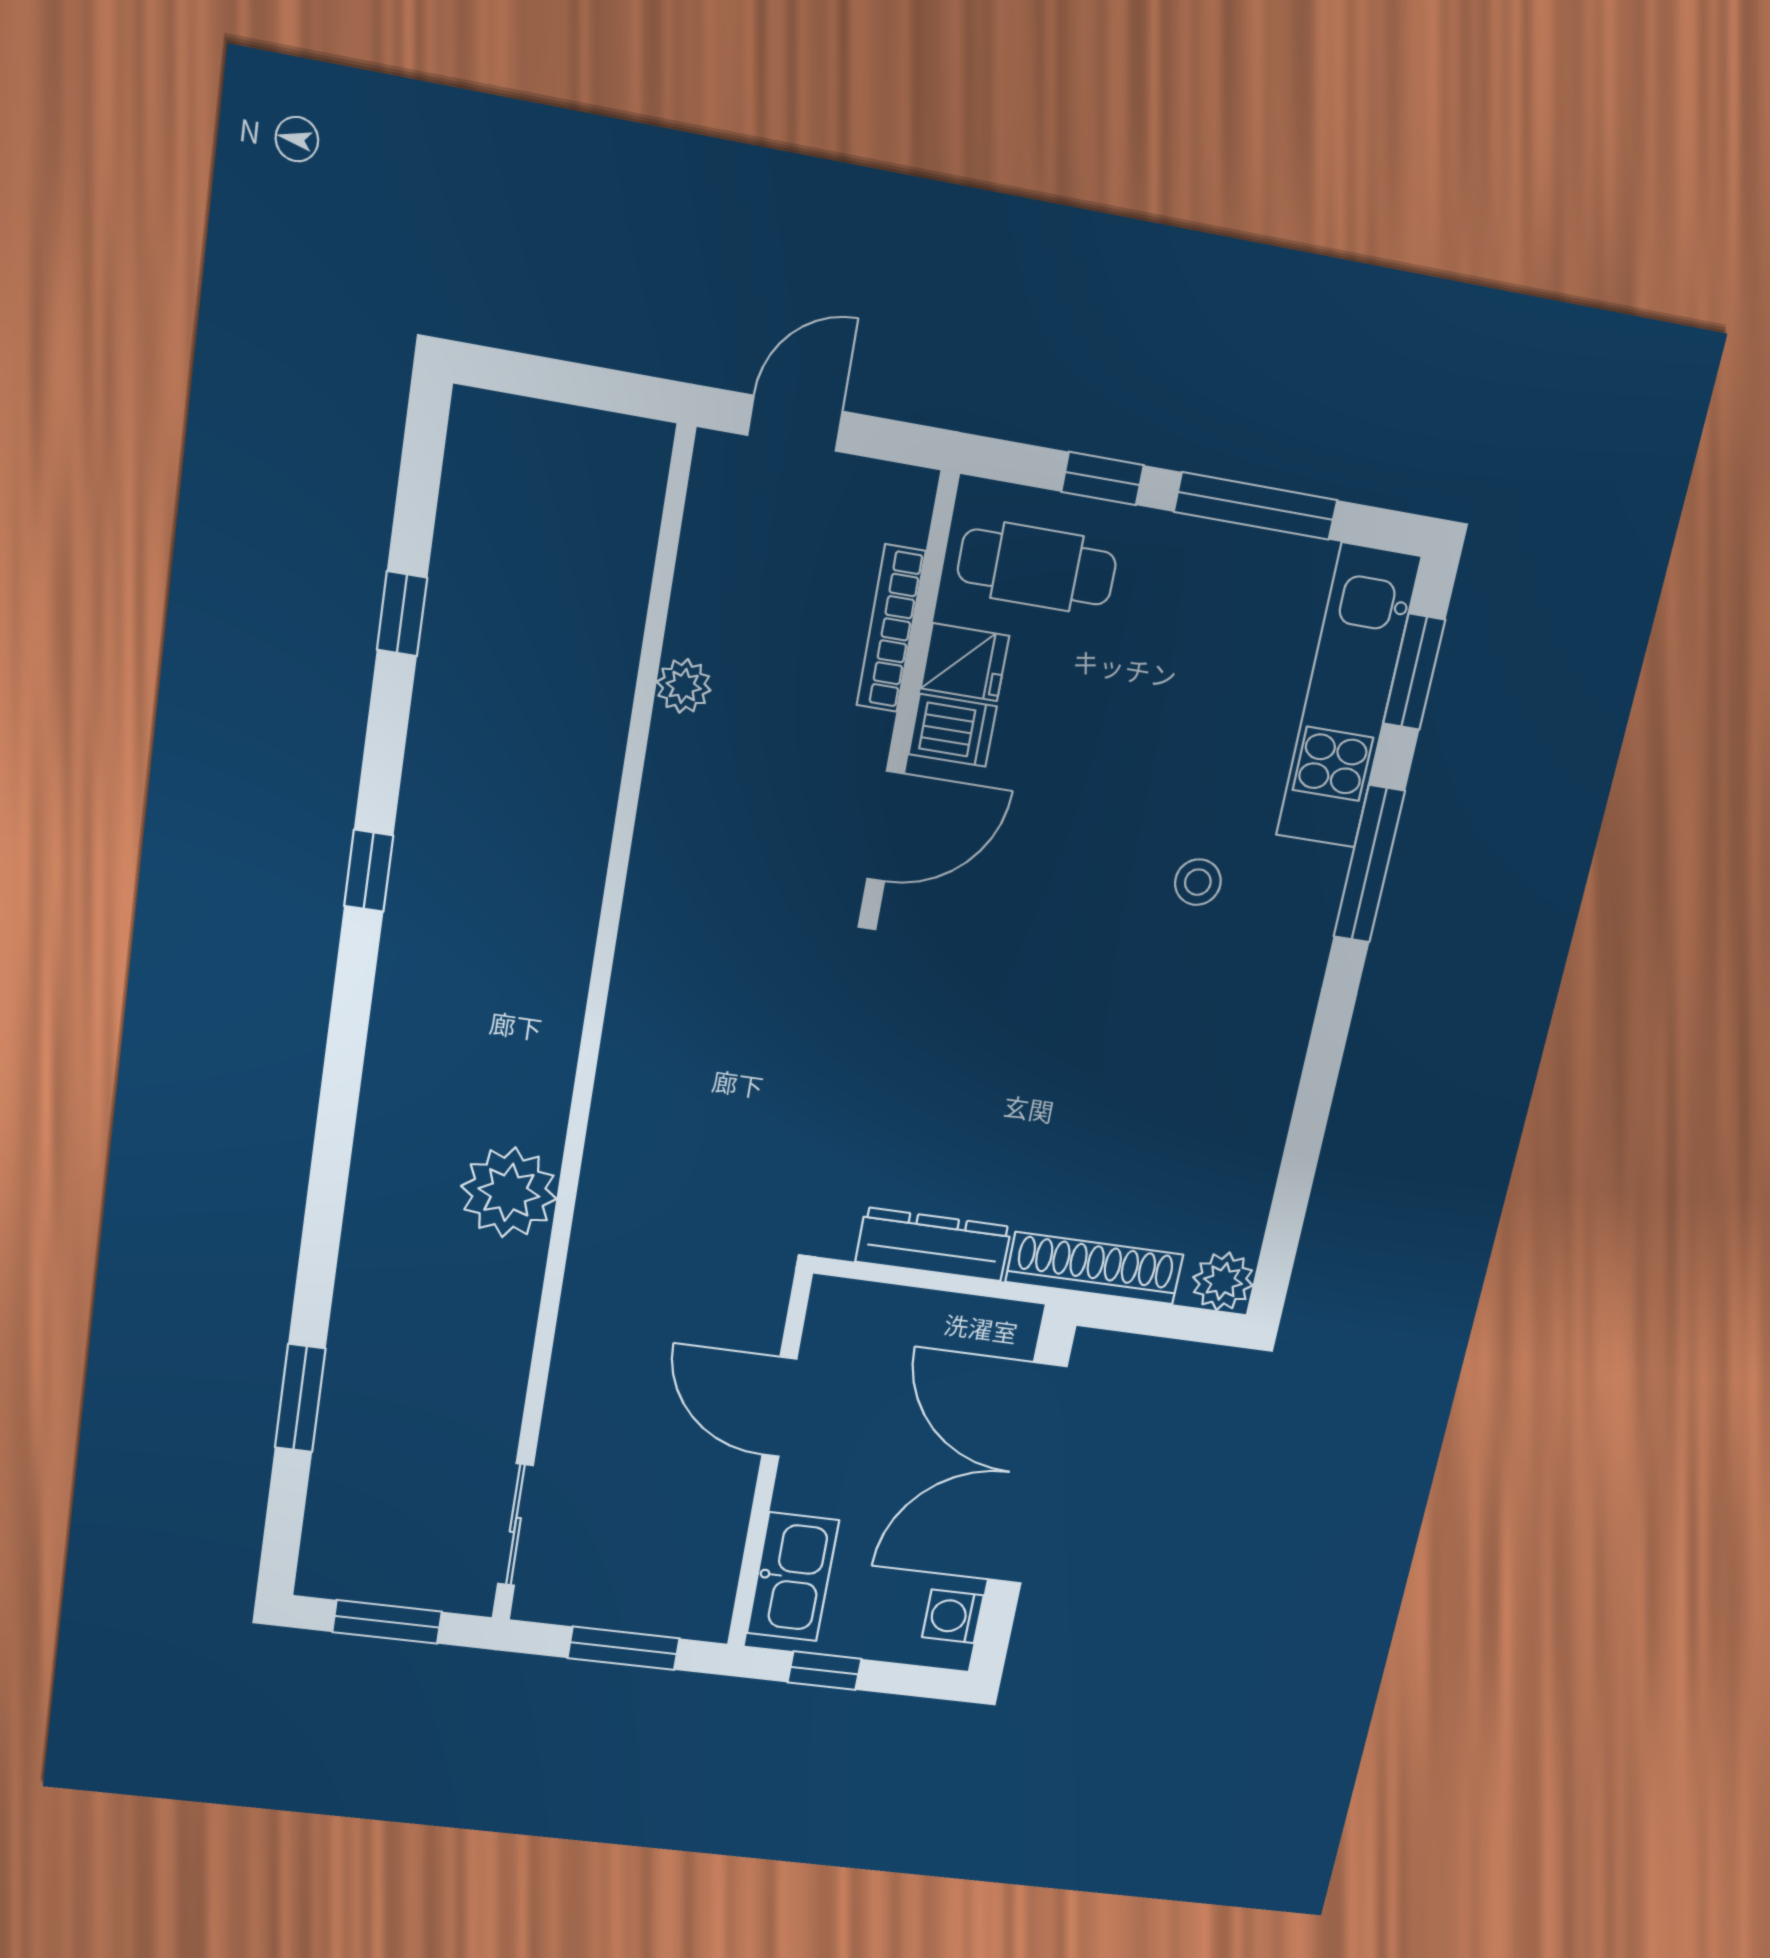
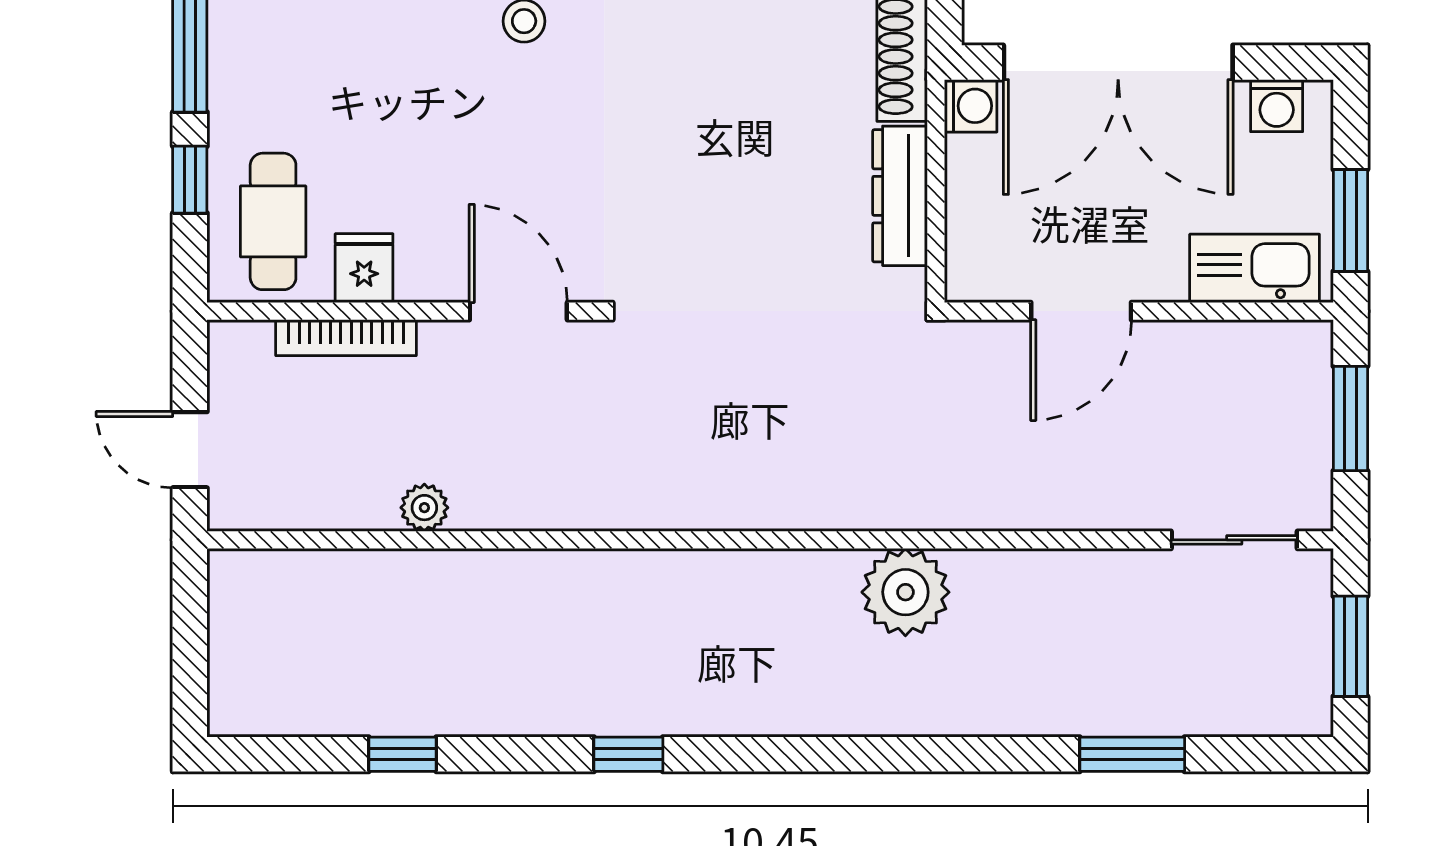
dishwasher: (953, 730) -> (425, 268), removed
washing machine: (1013, 1327) -> (971, 106), added
window: (824, 1671) -> (1350, 220), width x1.50

